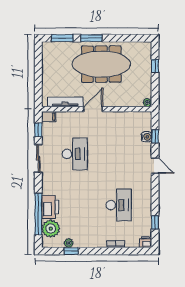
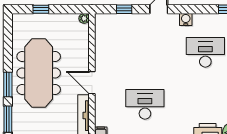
water cooler: (146, 137) -> (186, 19), moved

